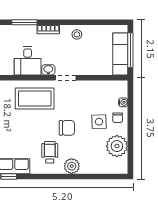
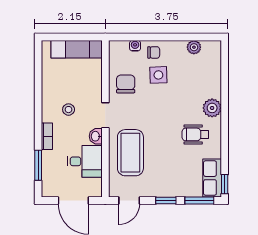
stool: (77, 34) -> (69, 110), moved
window: (130, 50) -> (72, 37), removed
chair: (67, 128) -> (126, 84), moved
plant: (117, 146) -> (194, 47), width x0.53, depth x0.53

